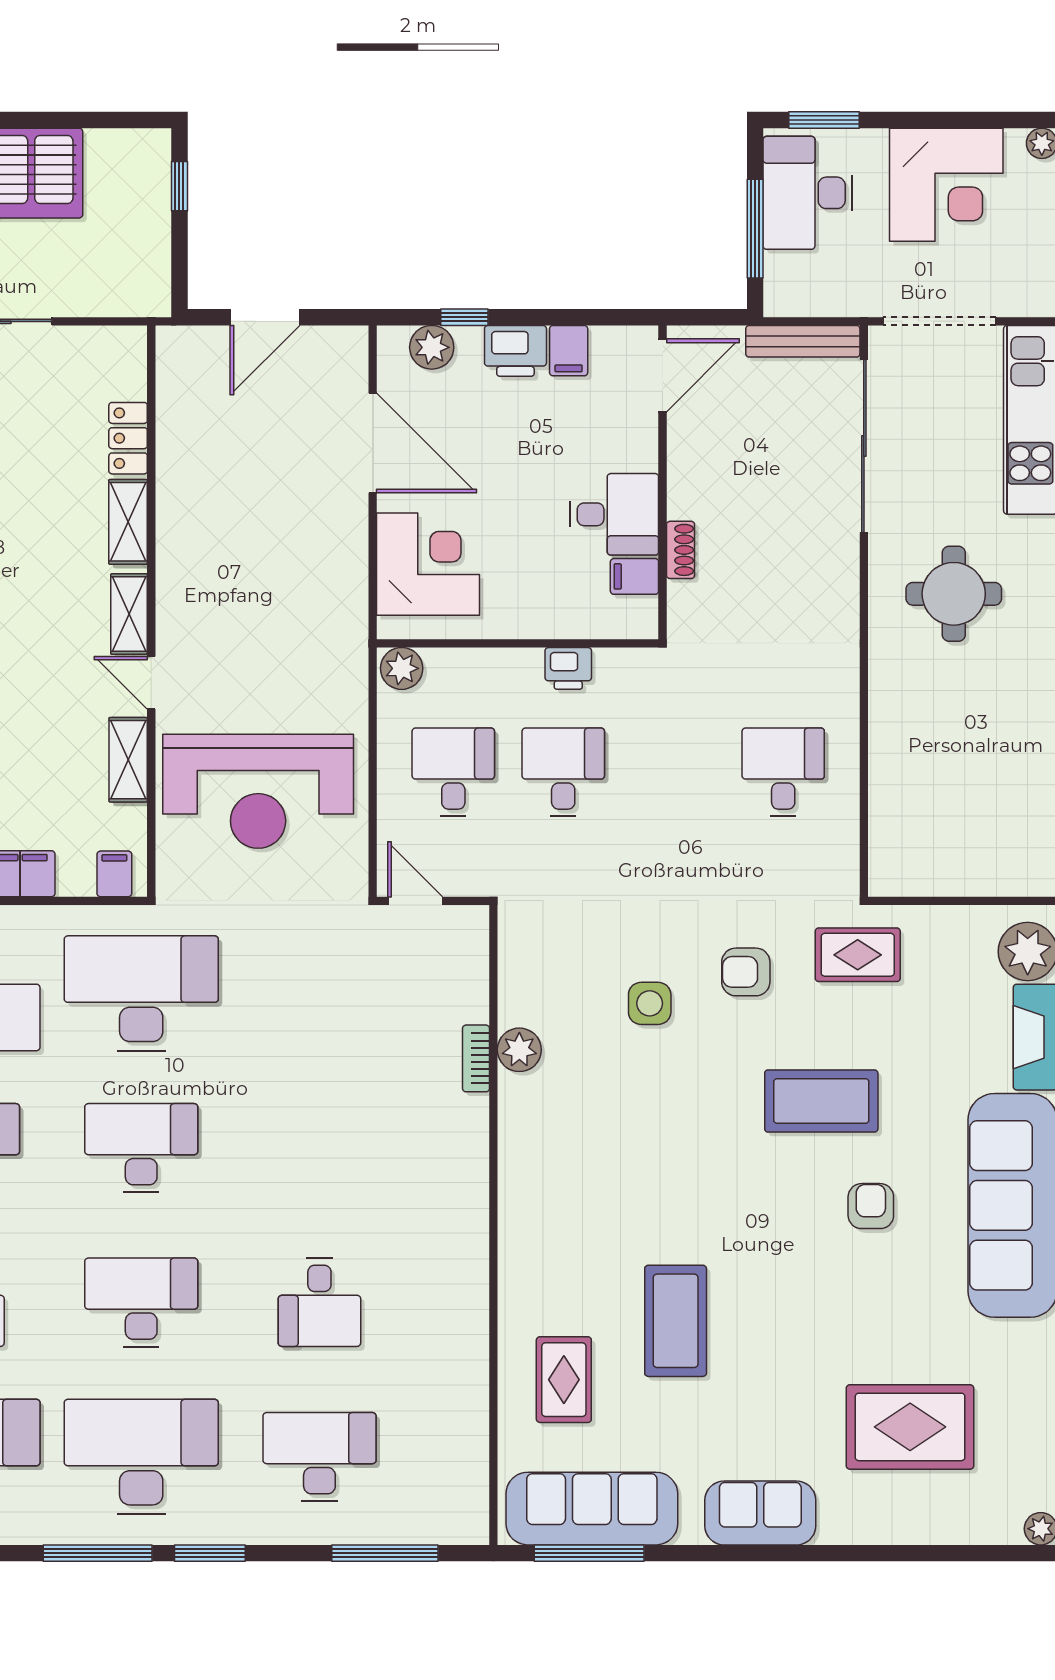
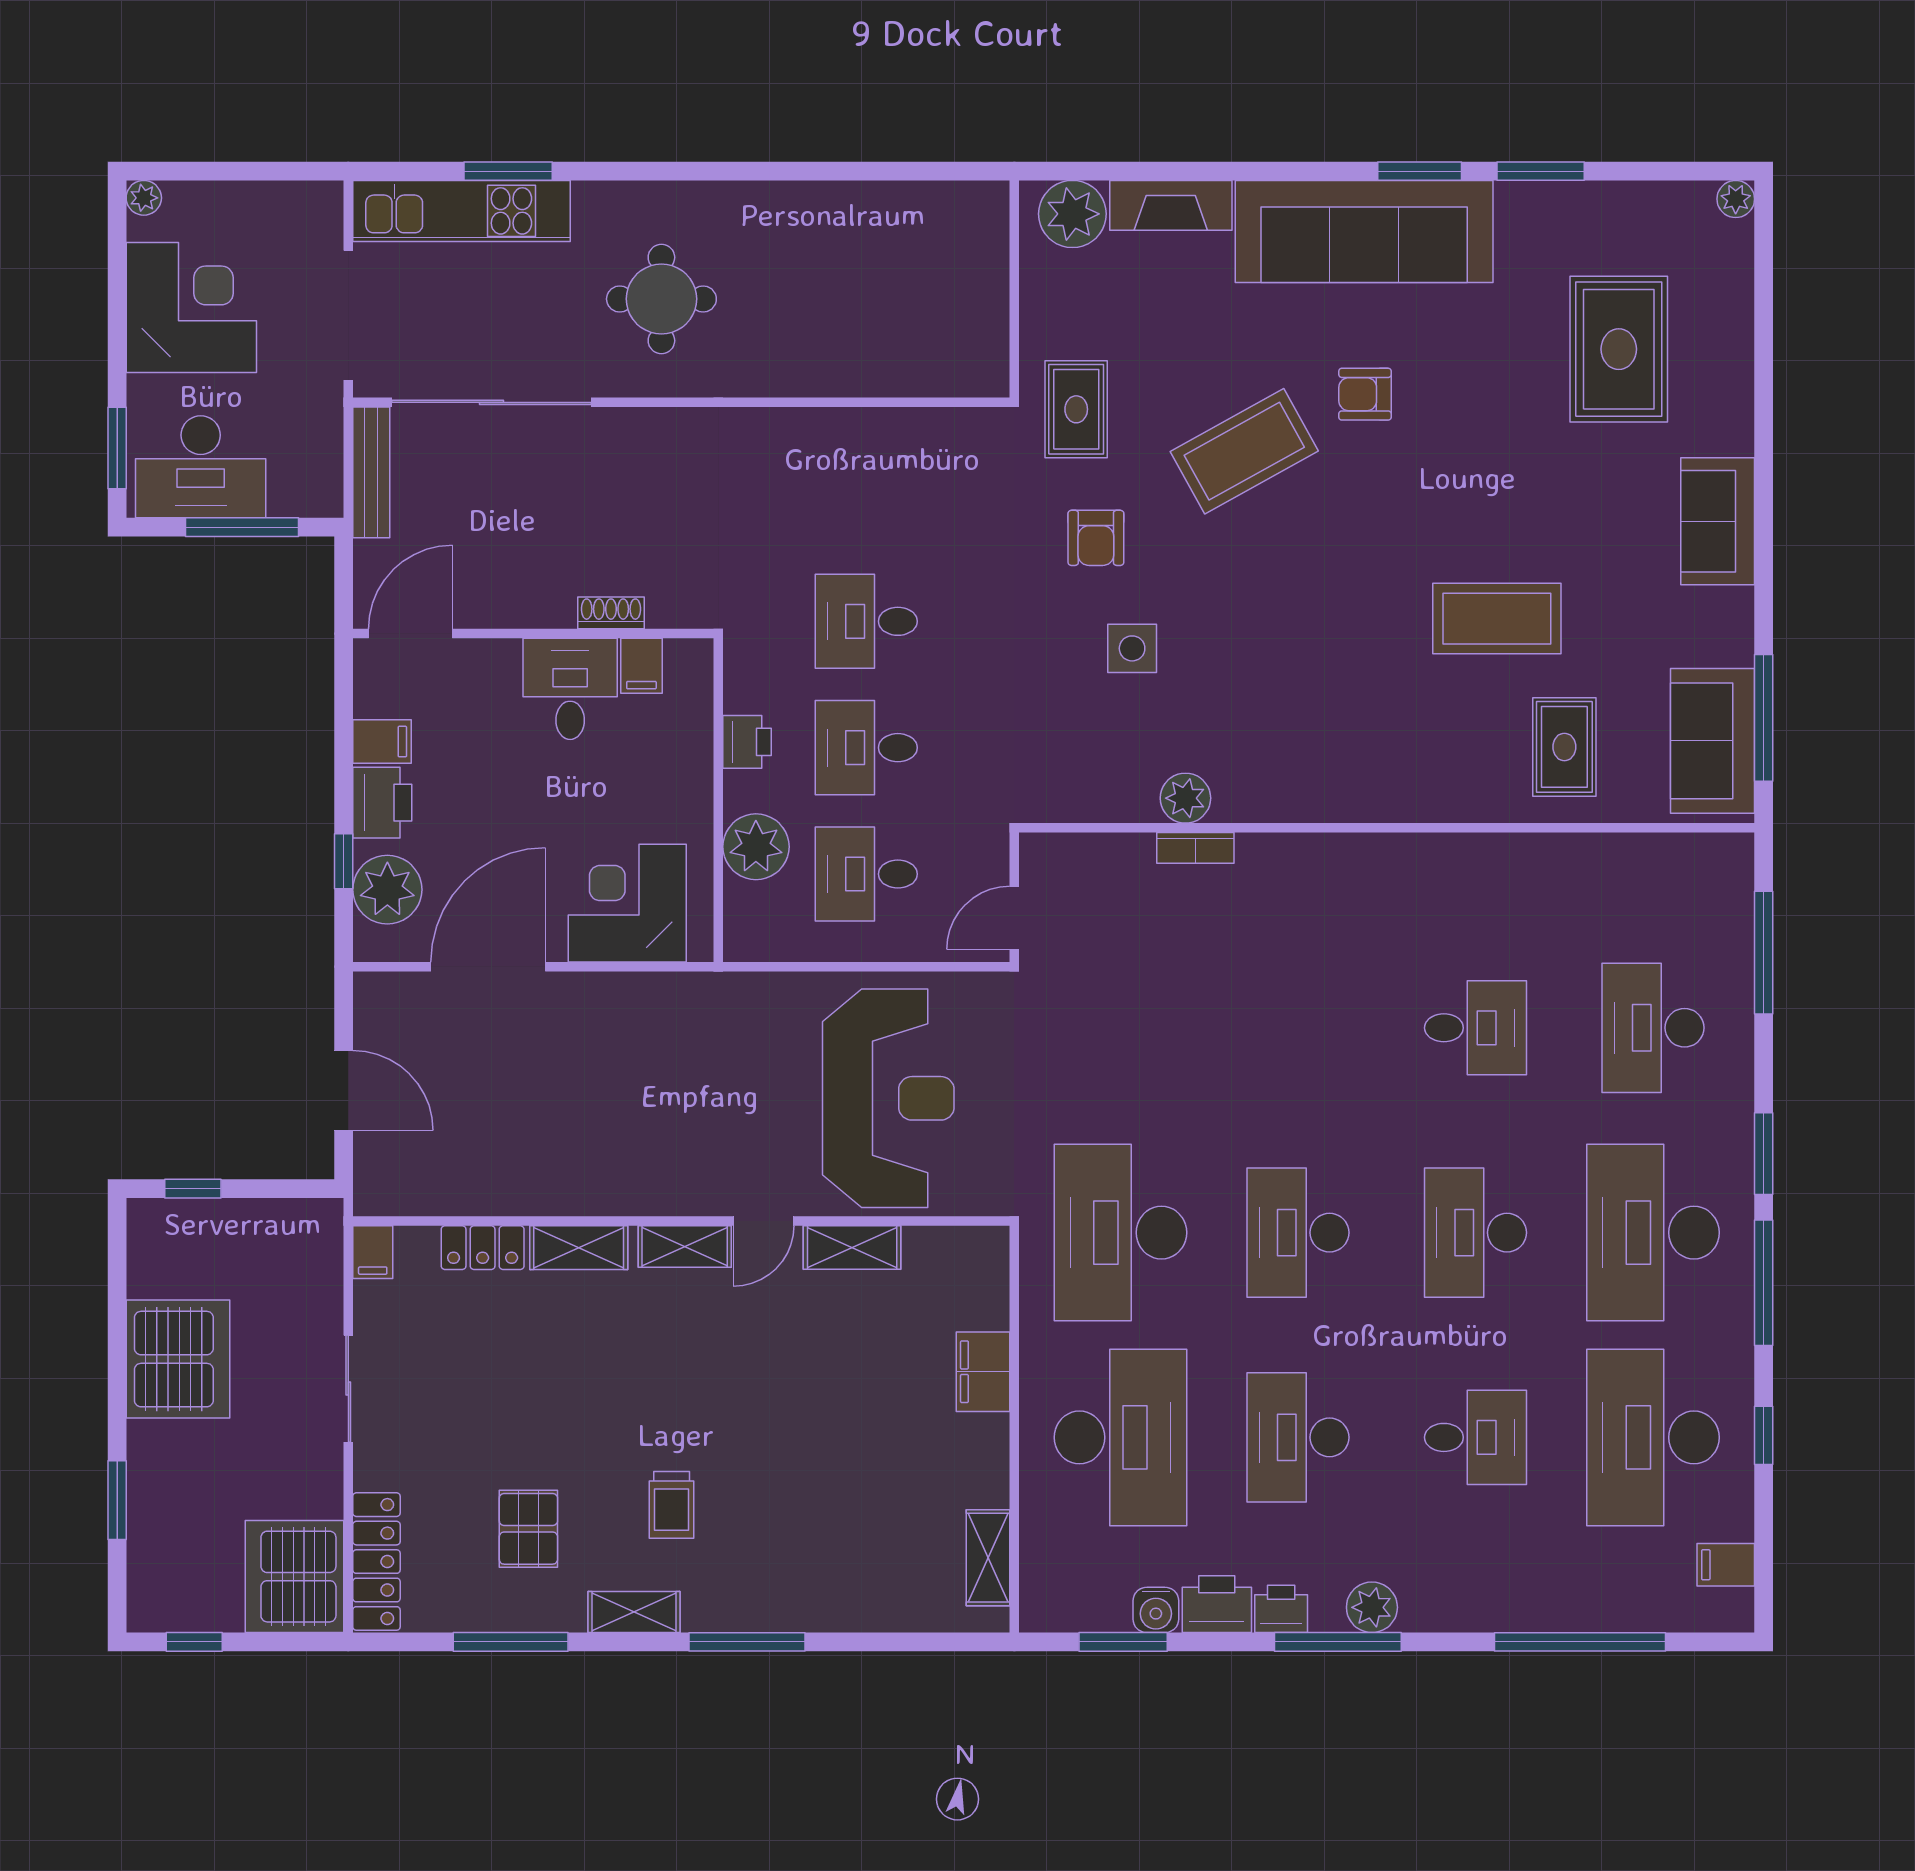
plant: (432, 347) -> (387, 890), width x1.36, depth x1.36
door: (663, 375) -> (410, 634), hinge flipped
plant: (402, 668) -> (756, 847), moved, width x1.36, depth x1.36
desk: (783, 772) -> (866, 621), moved
filing cabinet: (114, 874) -> (373, 1252), moved, turned -90
coffee table: (821, 1101) -> (1244, 451), turned 61
rug: (564, 1380) -> (1564, 747), turned 90
sofa: (592, 1509) -> (1713, 741), width x0.73

